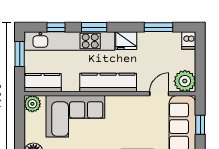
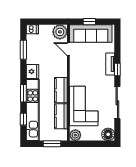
window: (20, 54) -> (52, 144), moved
kitchen counter: (43, 83) -> (61, 116), moved
kitchen counter: (108, 83) -> (61, 90), width x0.67

